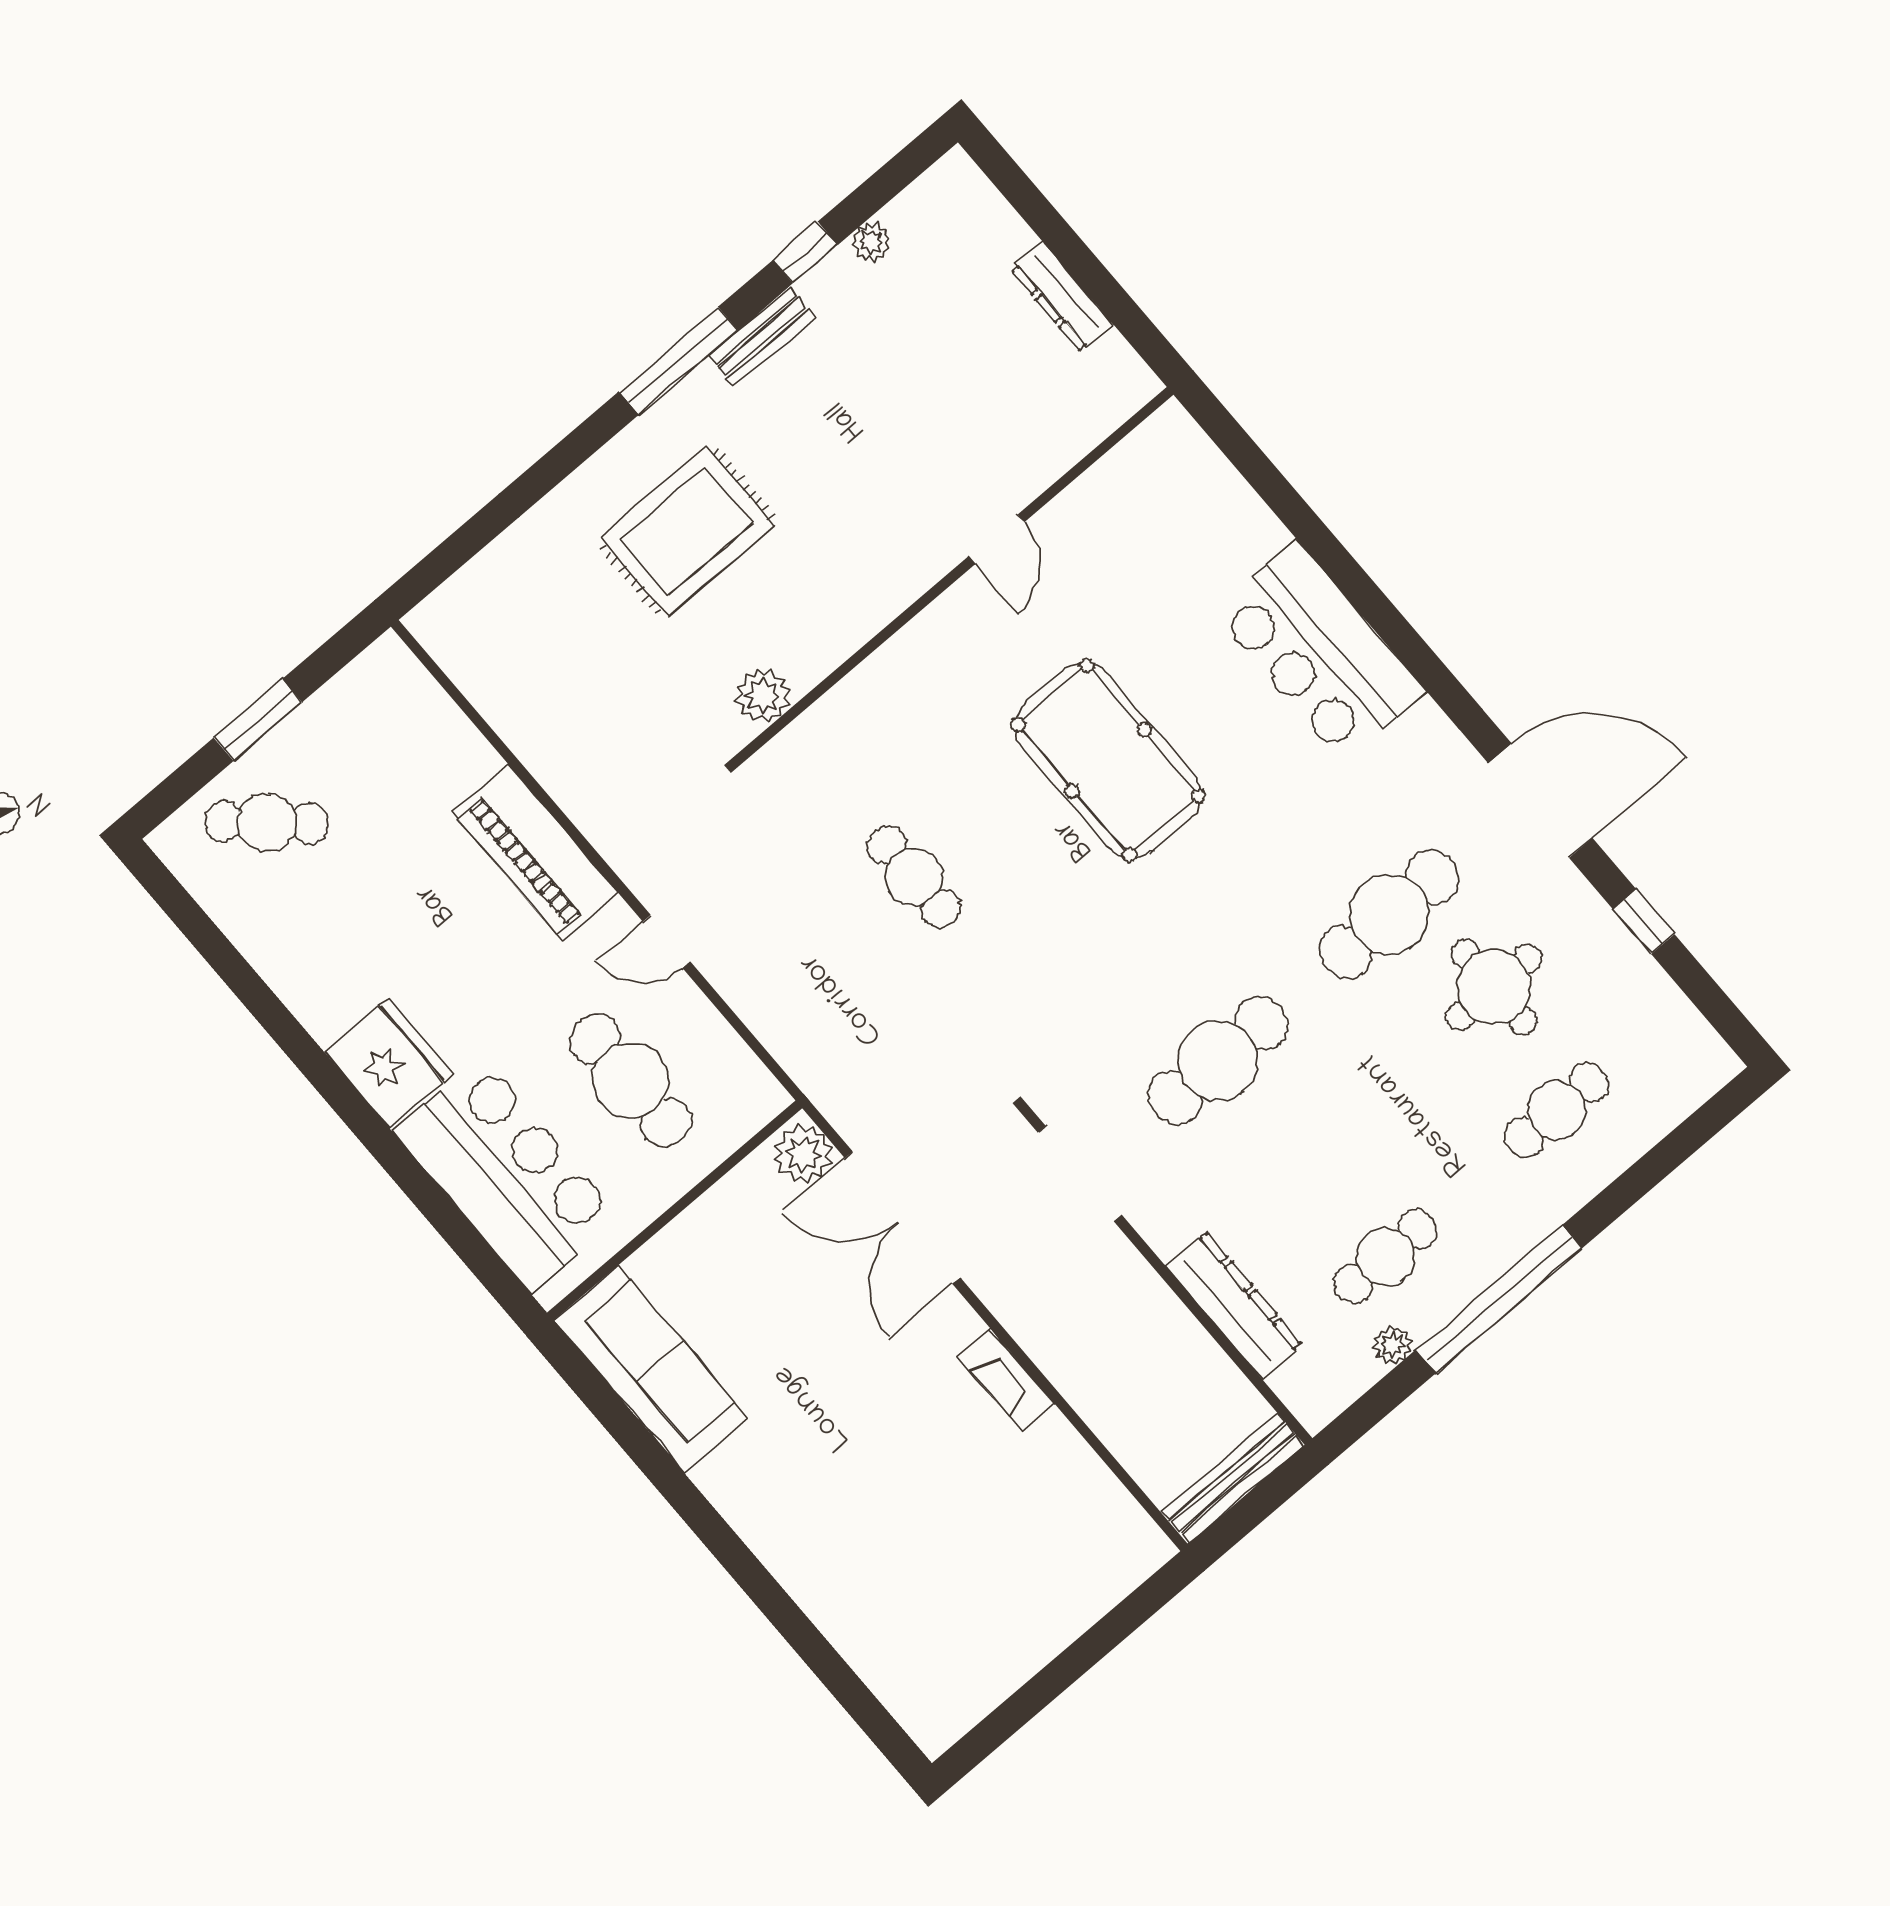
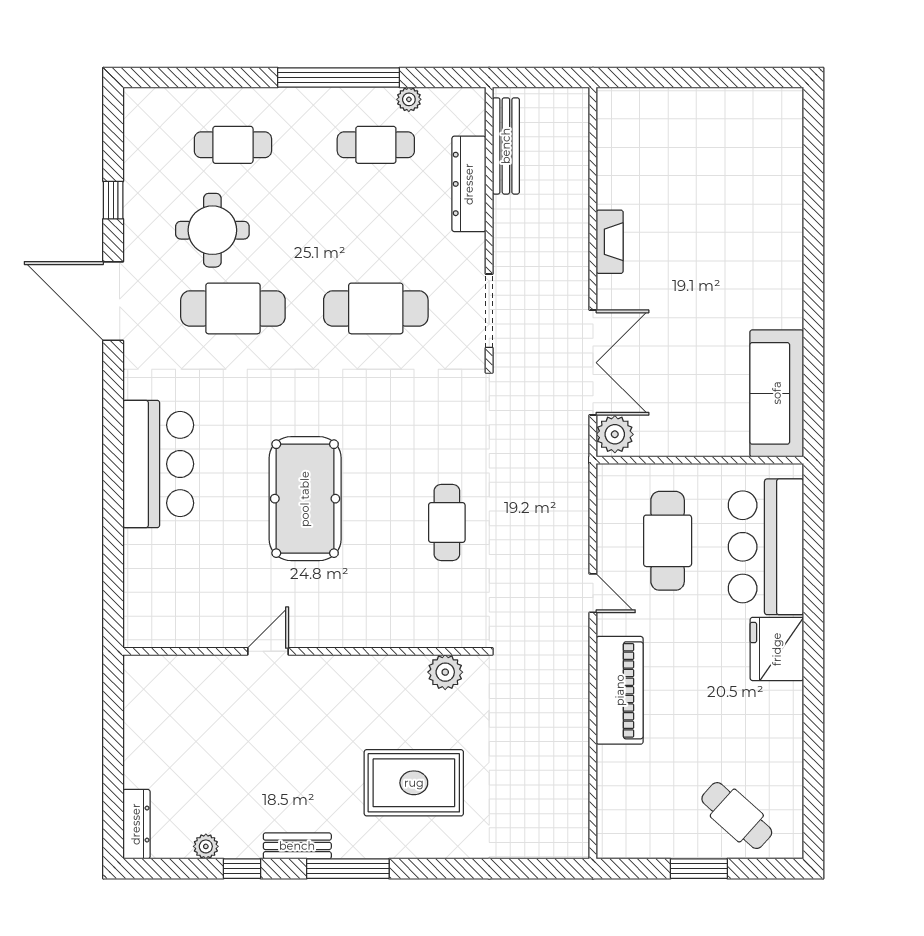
dresser: (1062, 297) -> (136, 824), moved
bench: (1233, 1478) -> (506, 146), moved, turned 90

